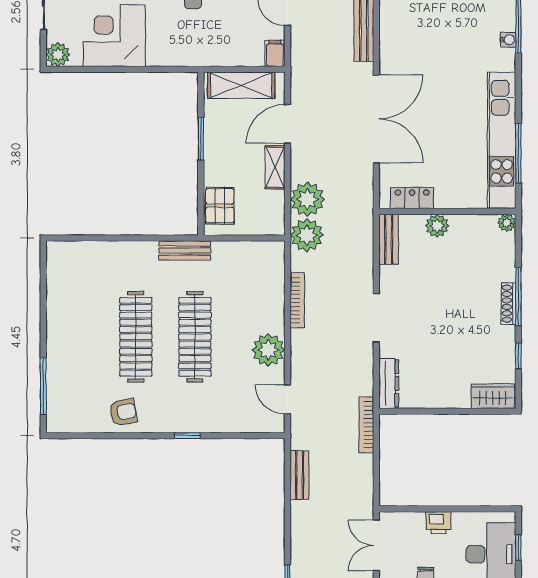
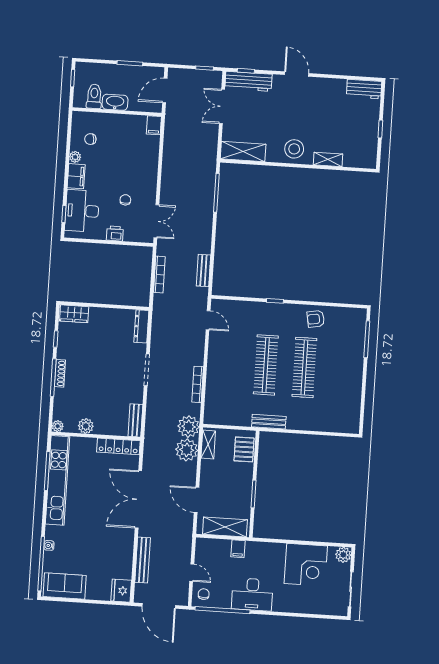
filing cabinet: (275, 53) -> (238, 549), moved
door: (287, 124) -> (196, 500), swing flipped
shelving: (275, 167) -> (208, 444), moved
locker: (412, 198) -> (118, 446), width x1.53
plant: (437, 226) -> (86, 426), moved
plant: (268, 350) -> (219, 353), removed
bookcase: (366, 425) -> (159, 275), moved

